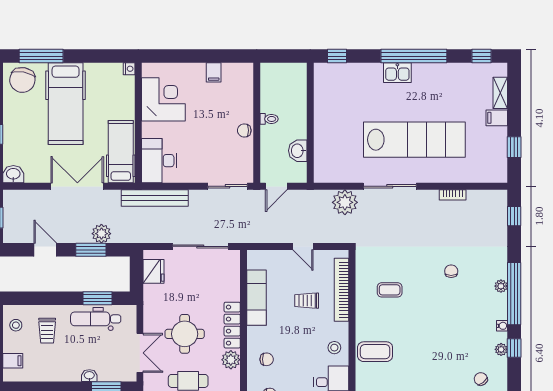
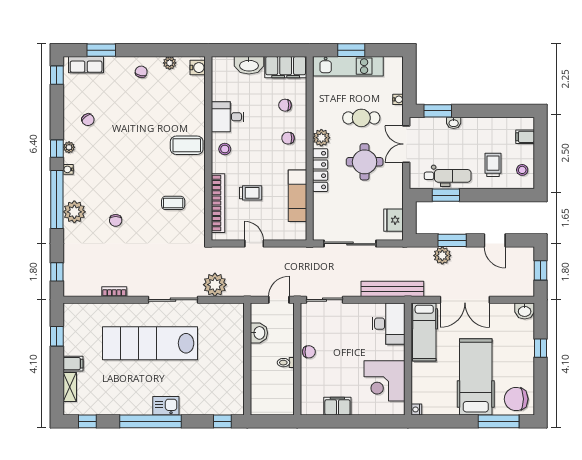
filing cabinet: (214, 72) -> (337, 406), width x2.00
chair: (22, 80) -> (516, 399), turned -101
plant: (501, 286) -> (74, 212), width x1.88, depth x1.88

